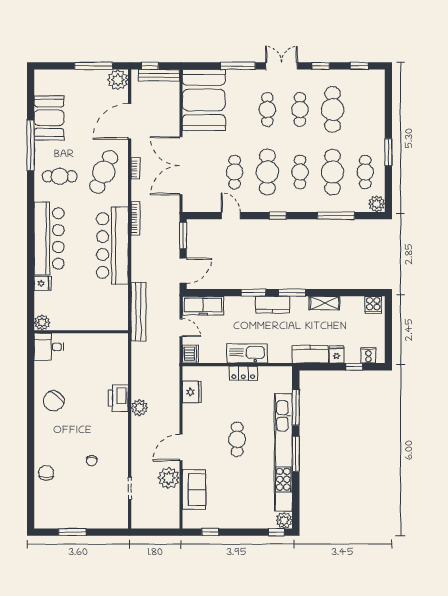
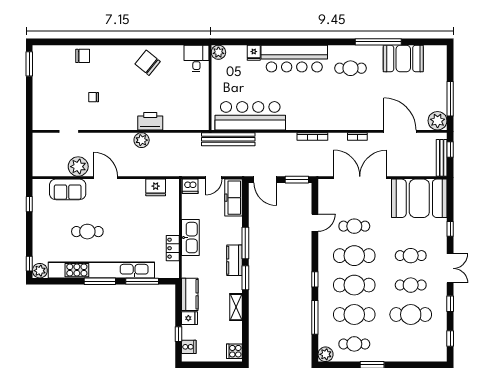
window: (238, 66) -> (450, 229), width x0.46
cafe table: (104, 172) -> (354, 108), removed
cafe table: (300, 172) -> (354, 285), width x1.37, depth x1.35
cafe table: (60, 176) -> (350, 68), turned 90
window: (278, 216) -> (315, 279), moved
bar counter: (112, 246) -> (250, 116), moved
window: (253, 293) -> (245, 243), width x1.44
locker: (243, 373) -> (173, 248), moved
cafe table: (237, 439) -> (87, 232), moved
window: (72, 532) -> (29, 64), moved

